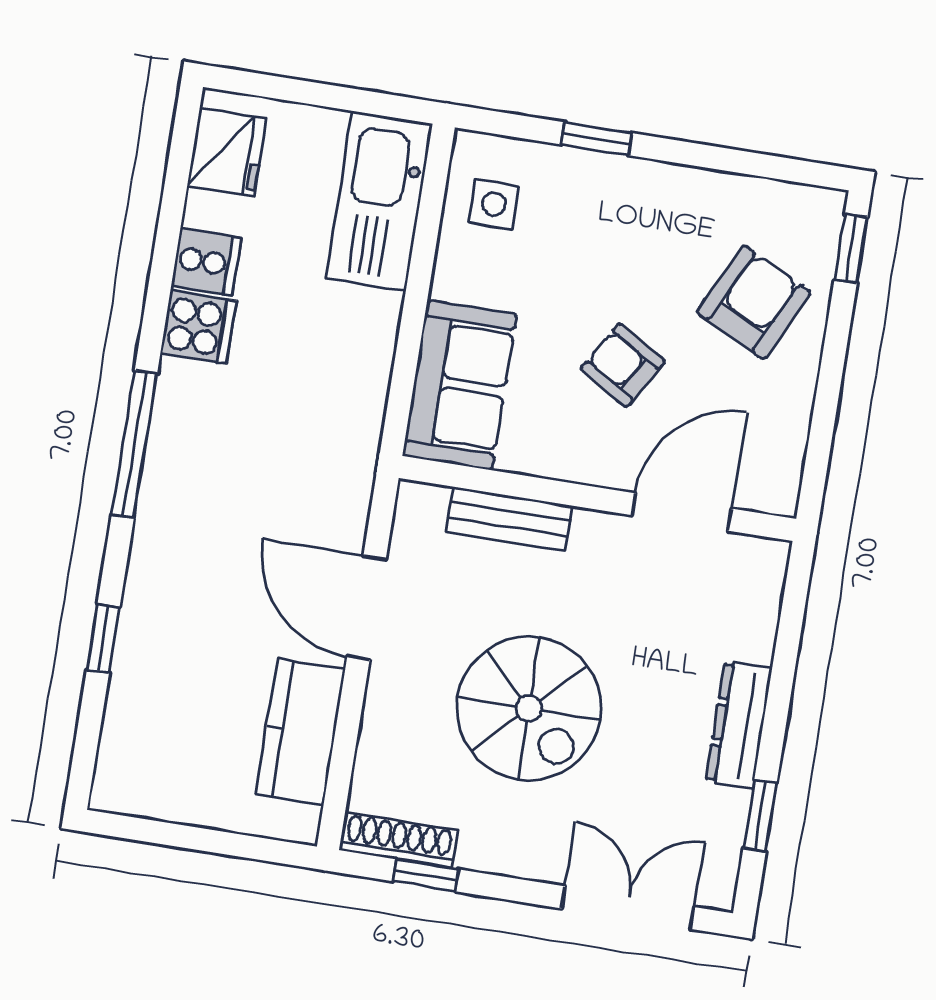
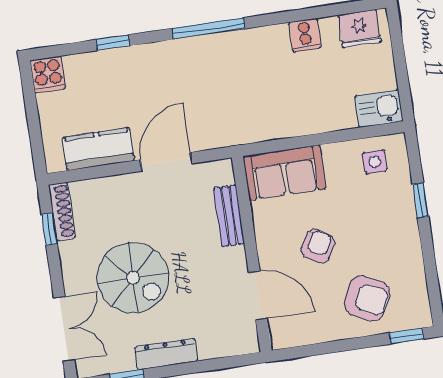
kitchen sink: (379, 201) -> (379, 108), width x0.53, depth x0.81
cooker: (198, 327) -> (48, 74), moved
spiral stairs: (529, 708) -> (133, 278), moved, turned -90

